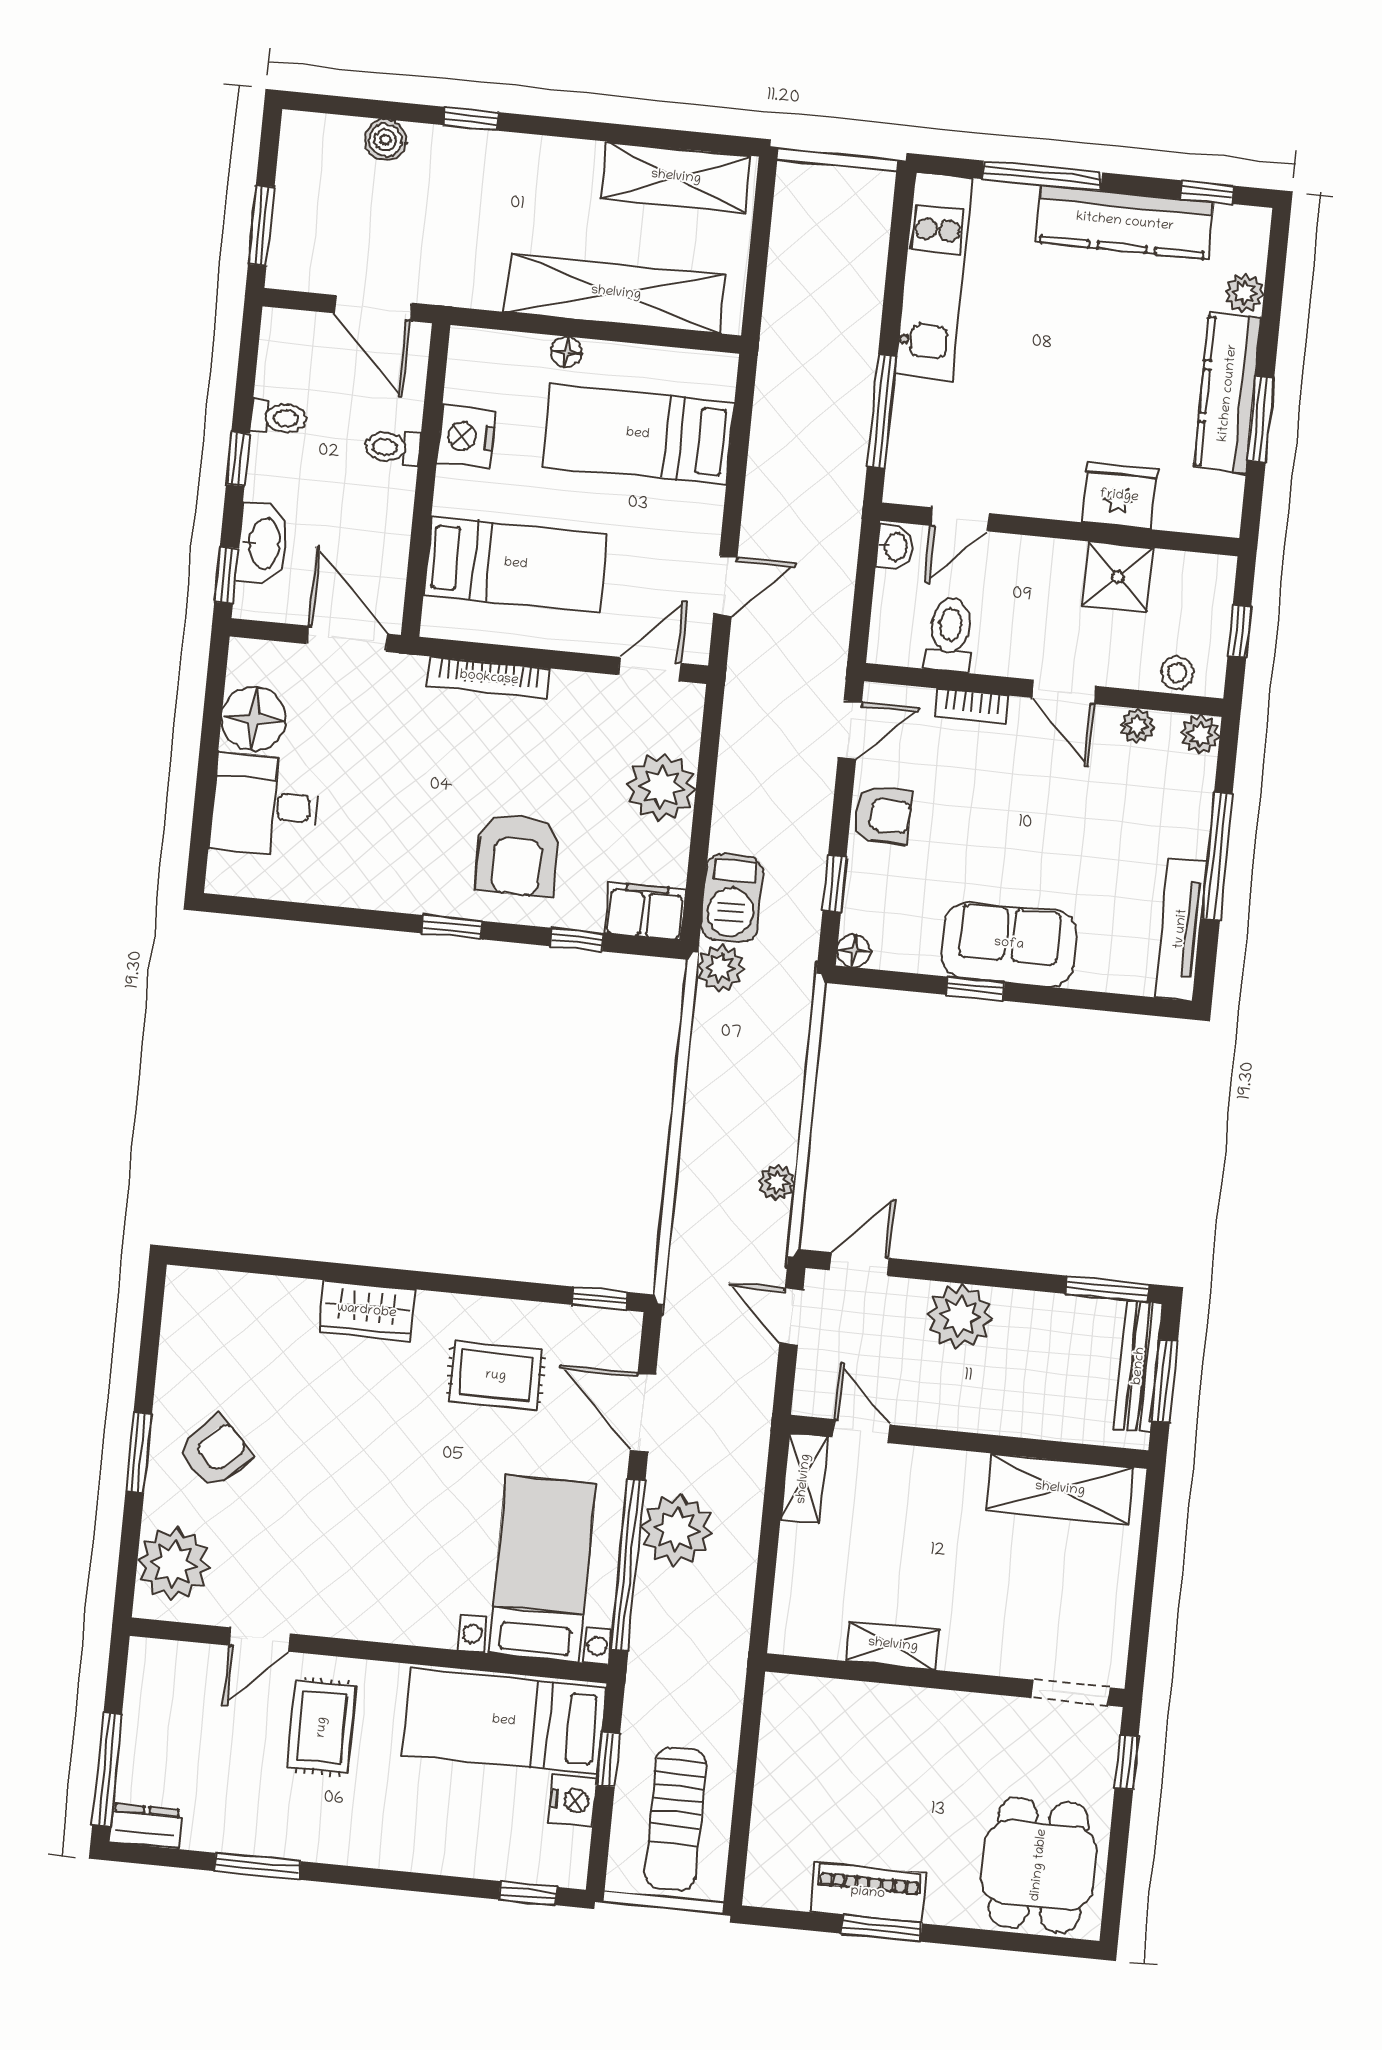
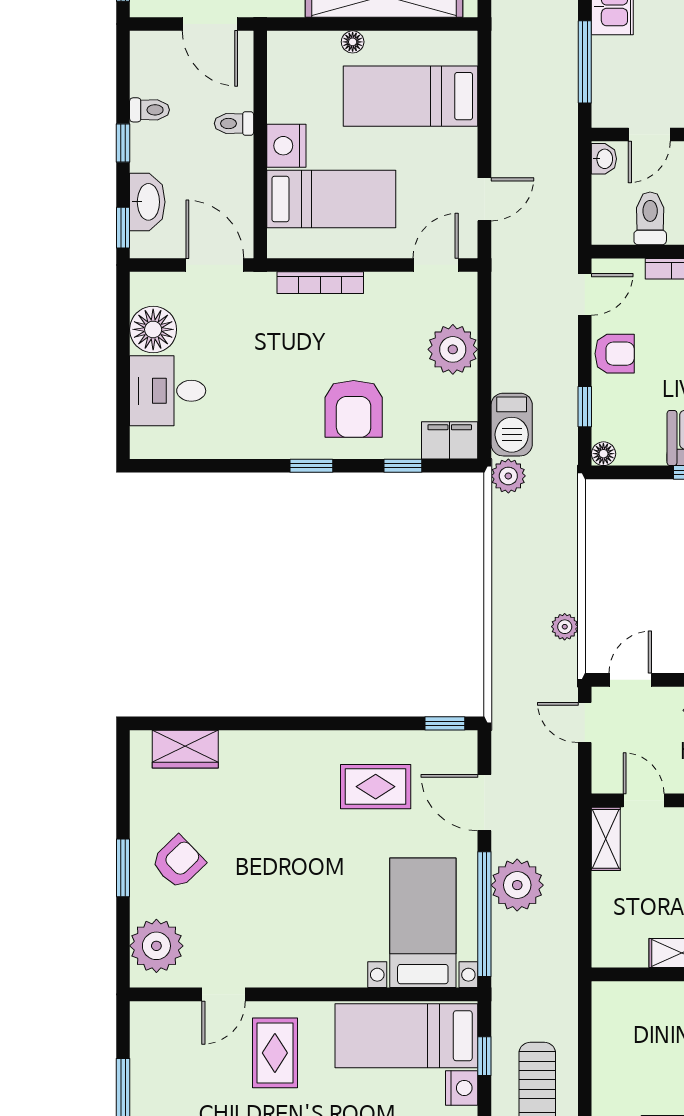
nightstand: (466, 437) -> (286, 146), moved
wardrobe: (367, 1311) -> (185, 749), moved

